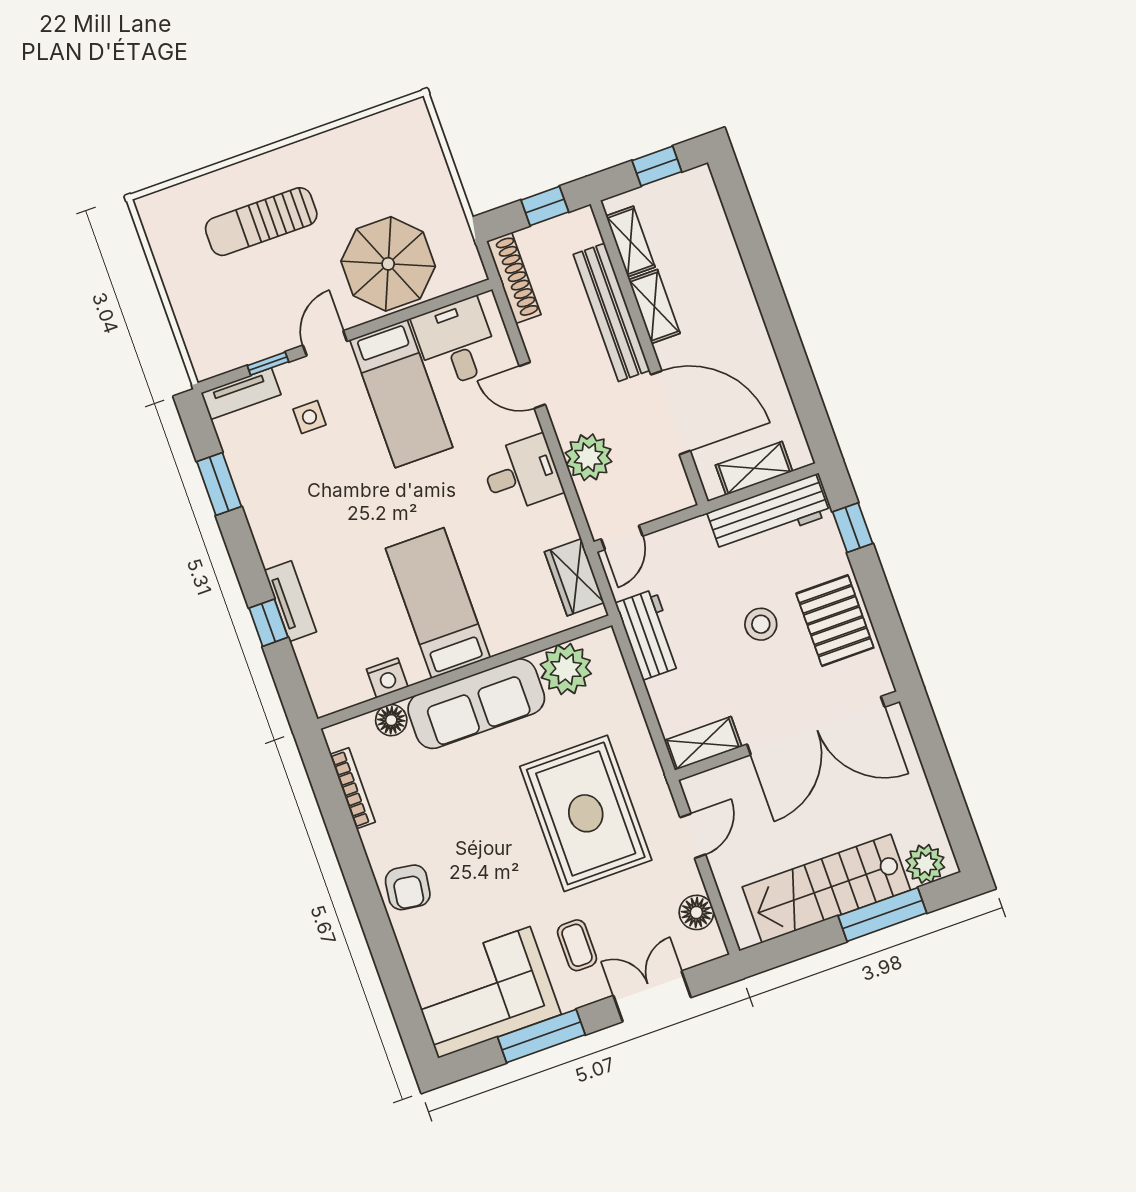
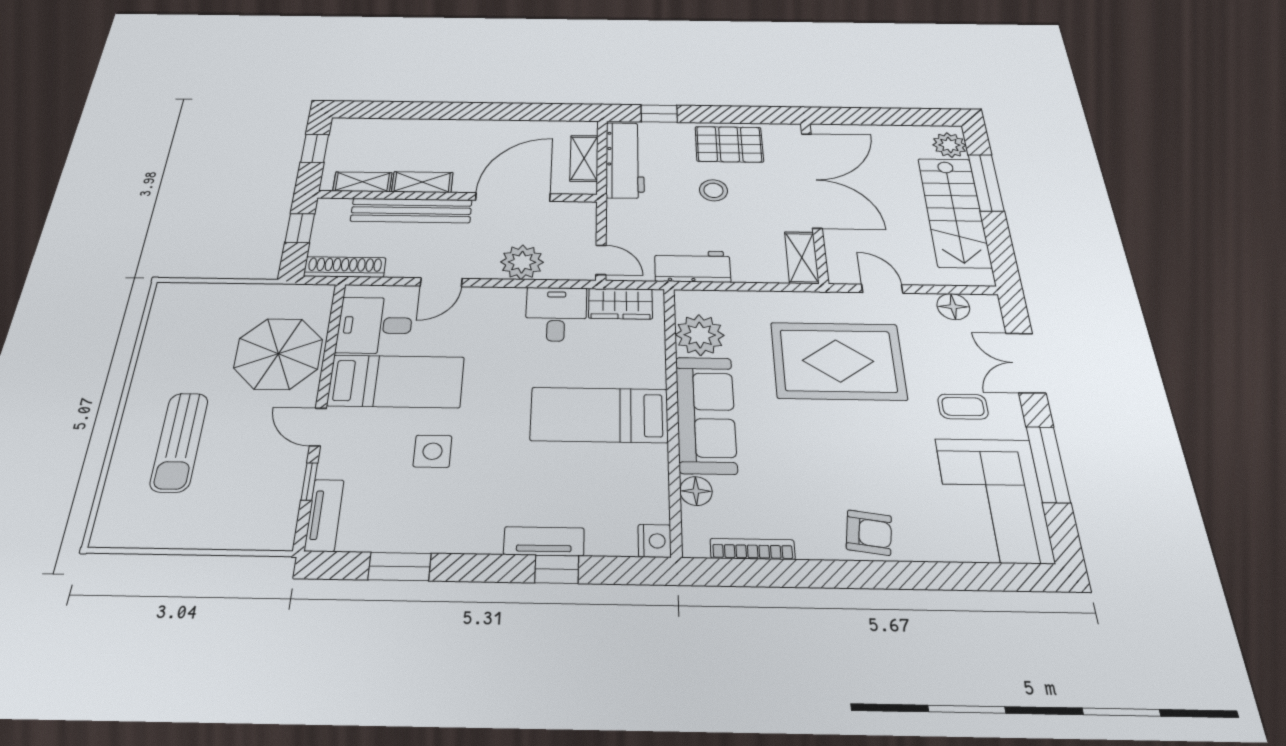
side table: (309, 417) -> (433, 451), moved, width x1.37, depth x1.37
desk: (522, 474) -> (556, 314), moved
nightstand: (387, 678) -> (655, 541), moved

